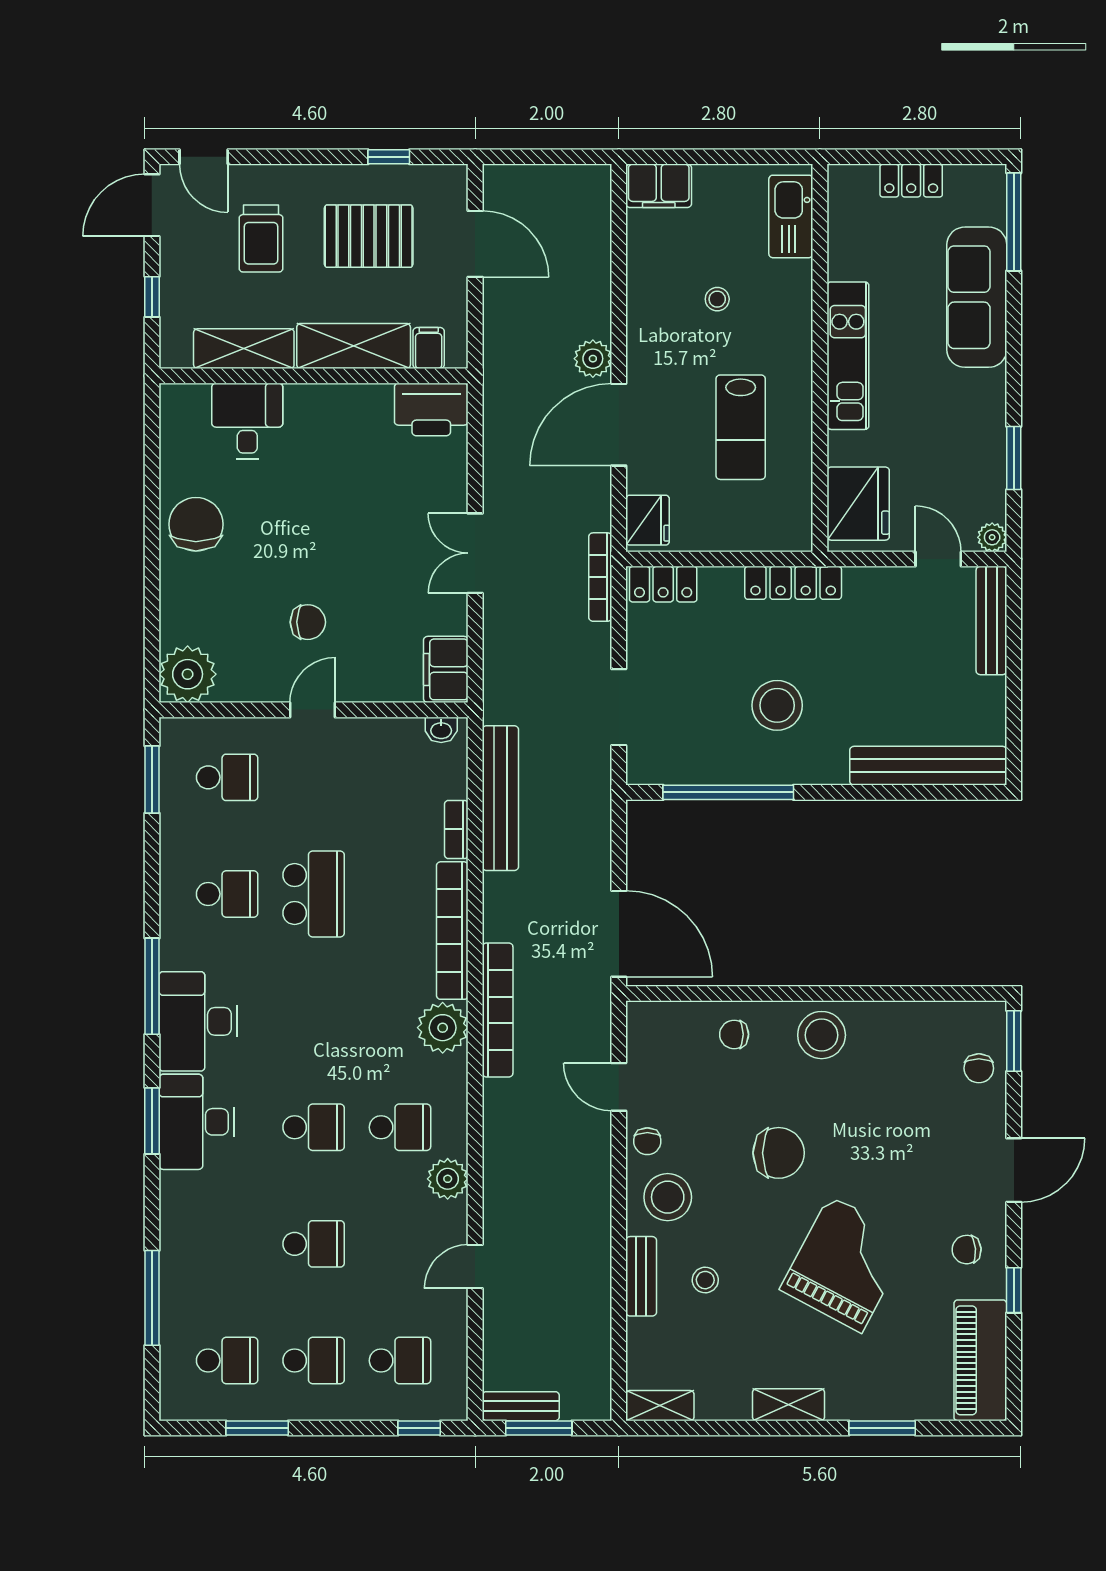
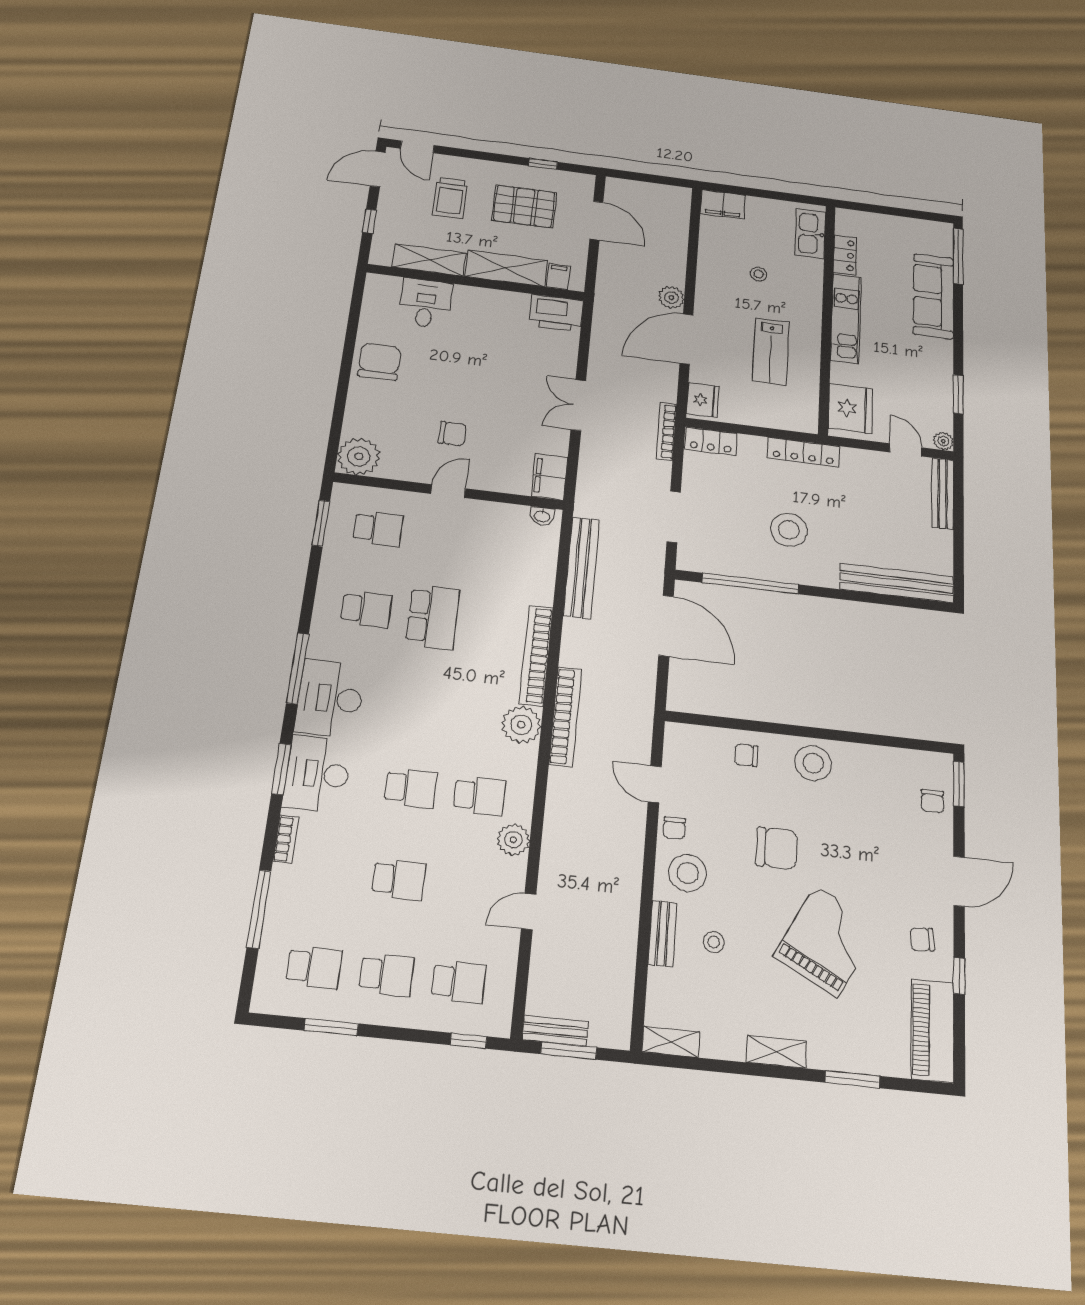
locker: (911, 181) -> (845, 255), moved, turned -90
bookcase: (456, 829) -> (286, 839), moved, turned 180
door: (619, 934) -> (666, 626), moved

